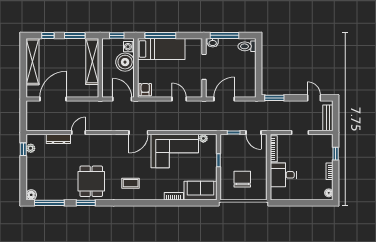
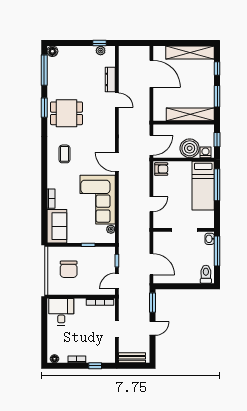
door: (314, 98) -> (153, 328), moved
door: (224, 99) -> (151, 264), moved
desk: (283, 175) -> (61, 312), moved
chair: (242, 179) -> (69, 269), turned 90

